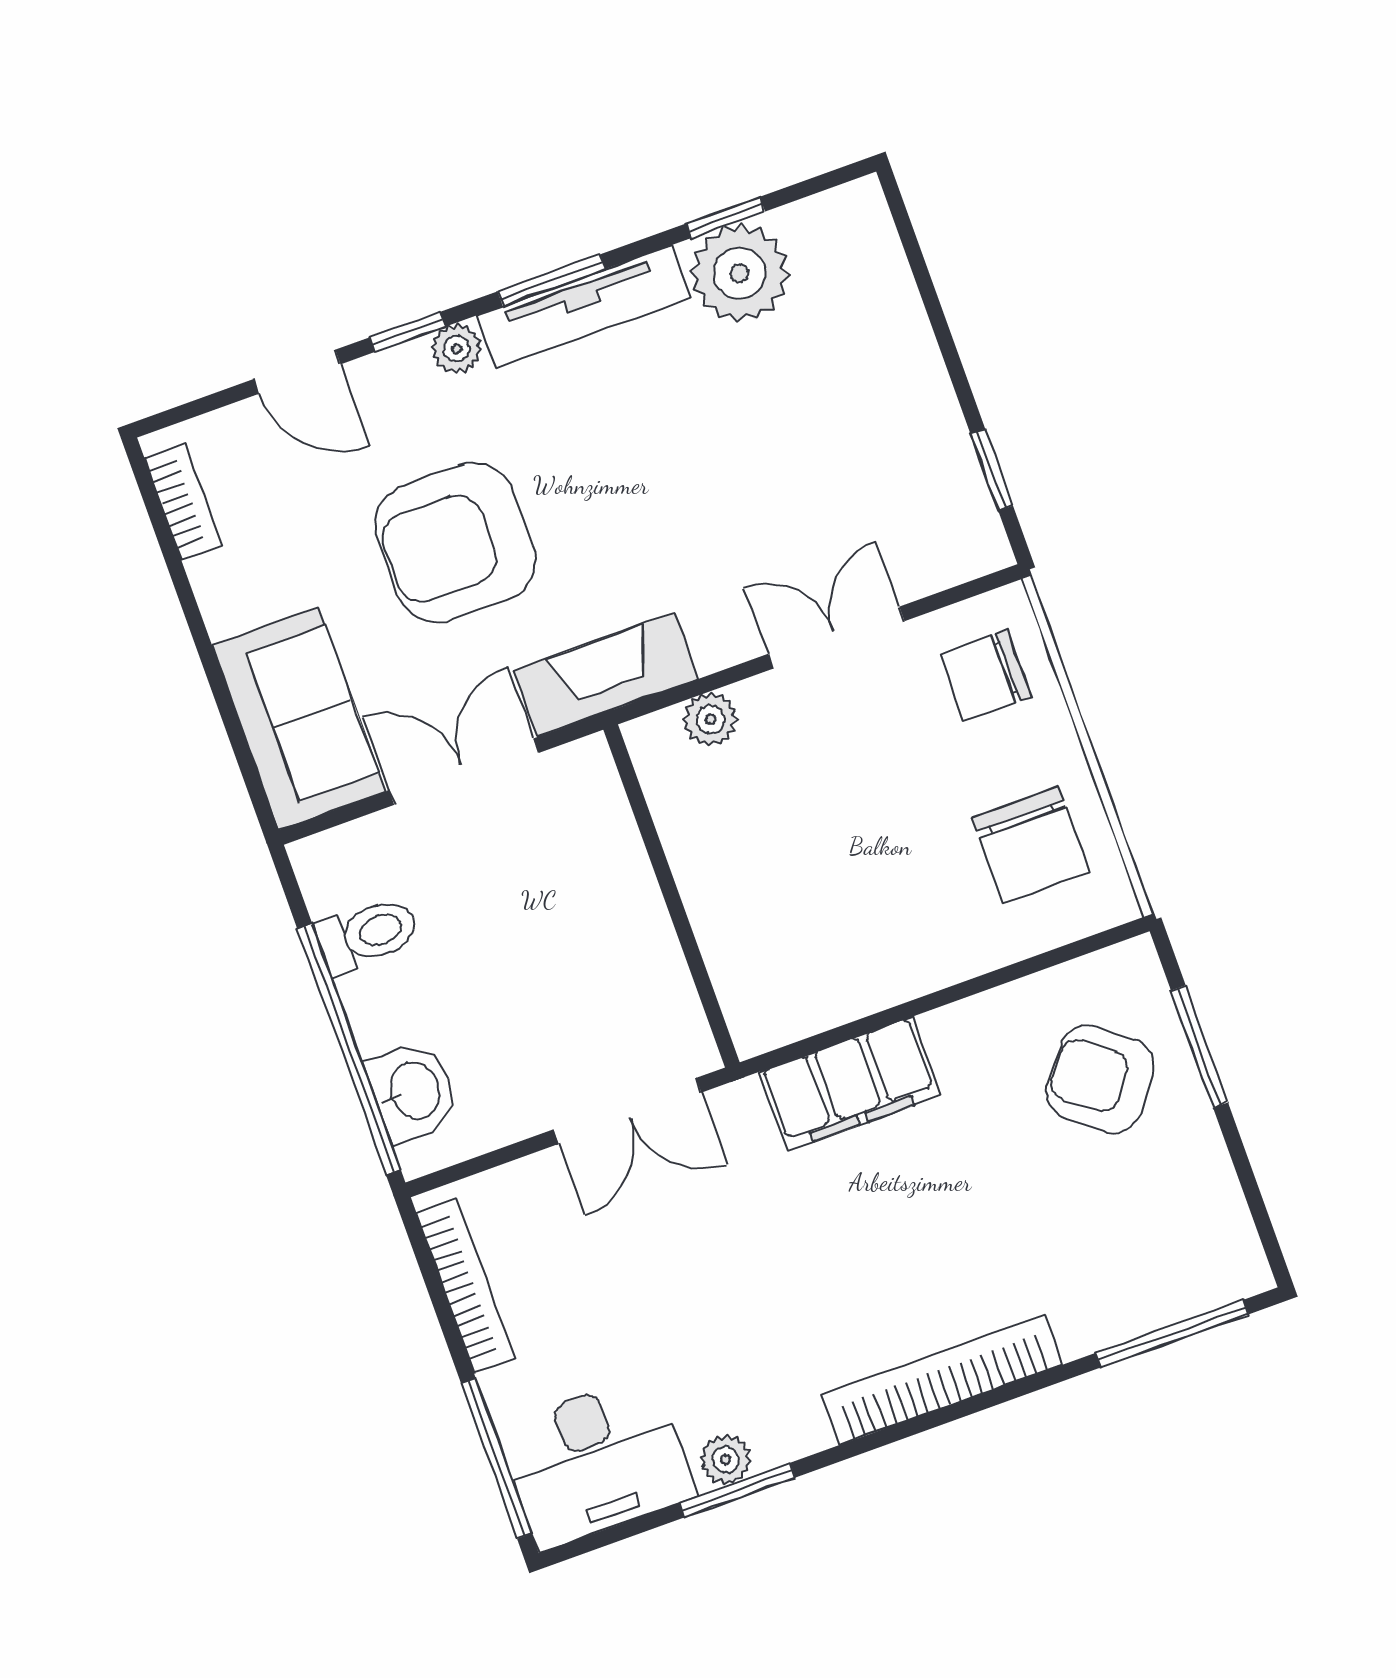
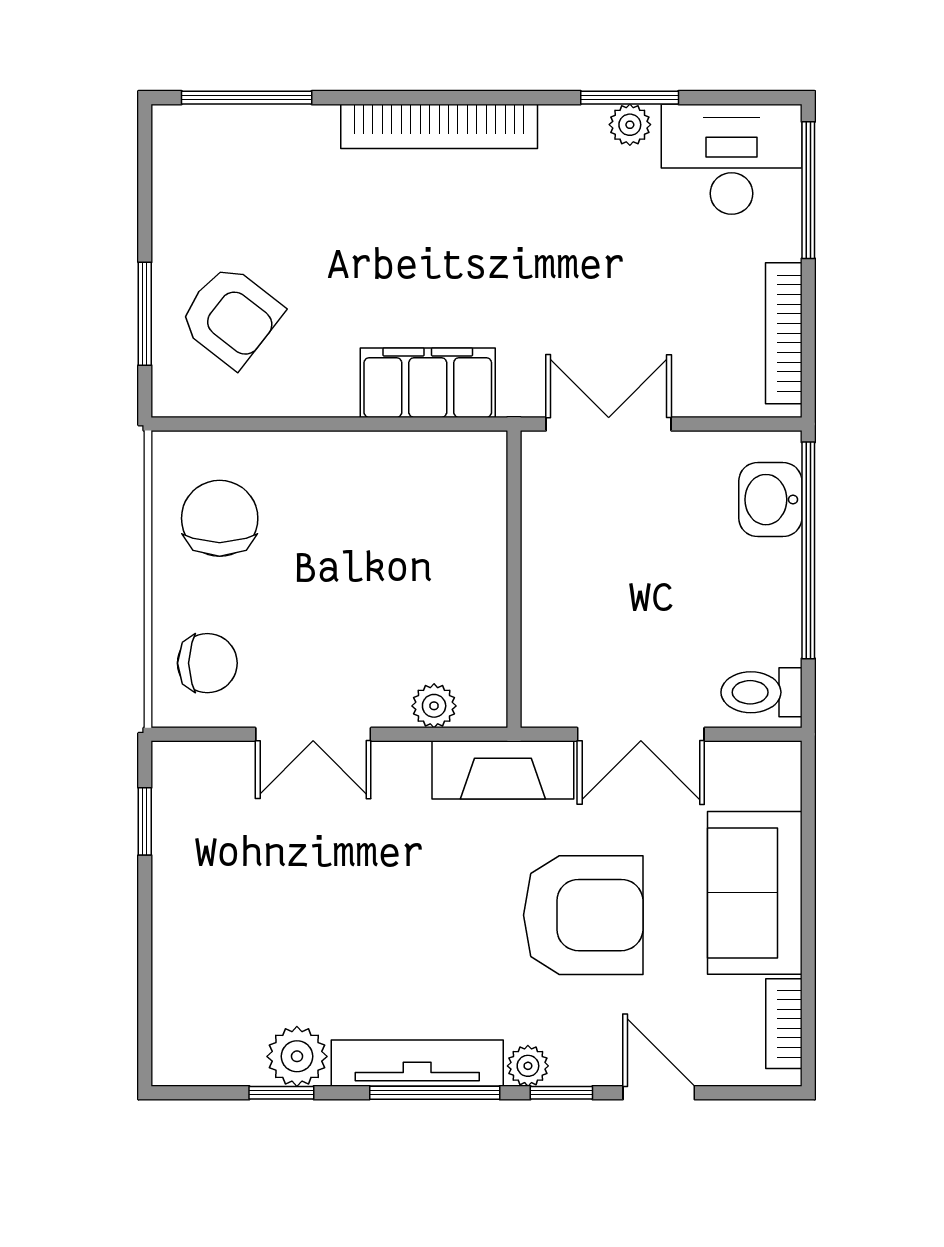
plant: (740, 273) -> (297, 1056), width x0.73, depth x0.73
window: (551, 280) -> (435, 1093), width x1.44
sofa: (299, 718) -> (755, 893), moved
toilet: (368, 935) -> (761, 692), moved

